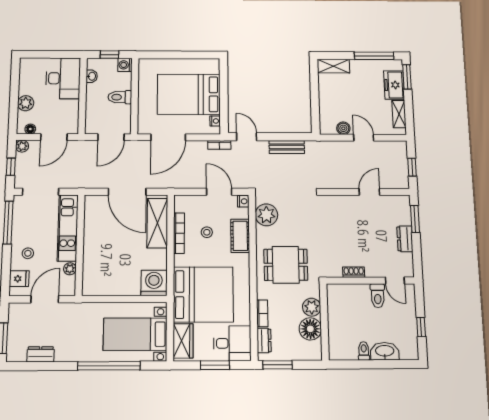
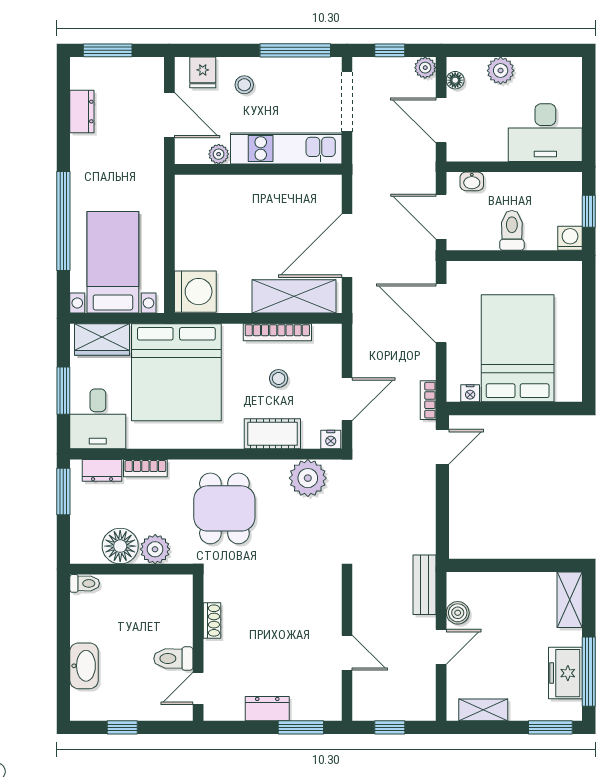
washbasin: (92, 76) -> (472, 181), moved
freezer: (394, 85) -> (565, 673), moved, turned -90
bench: (287, 147) -> (424, 585), moved
toilet: (364, 351) -> (85, 583), moved

